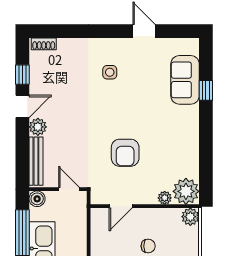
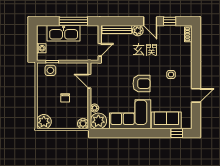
window: (206, 90) -> (177, 133), moved
corner sofa: (175, 139) -> (130, 114), added
armchair: (125, 153) -> (142, 84), moved, turned 180
boiler: (37, 199) -> (94, 30), removed

